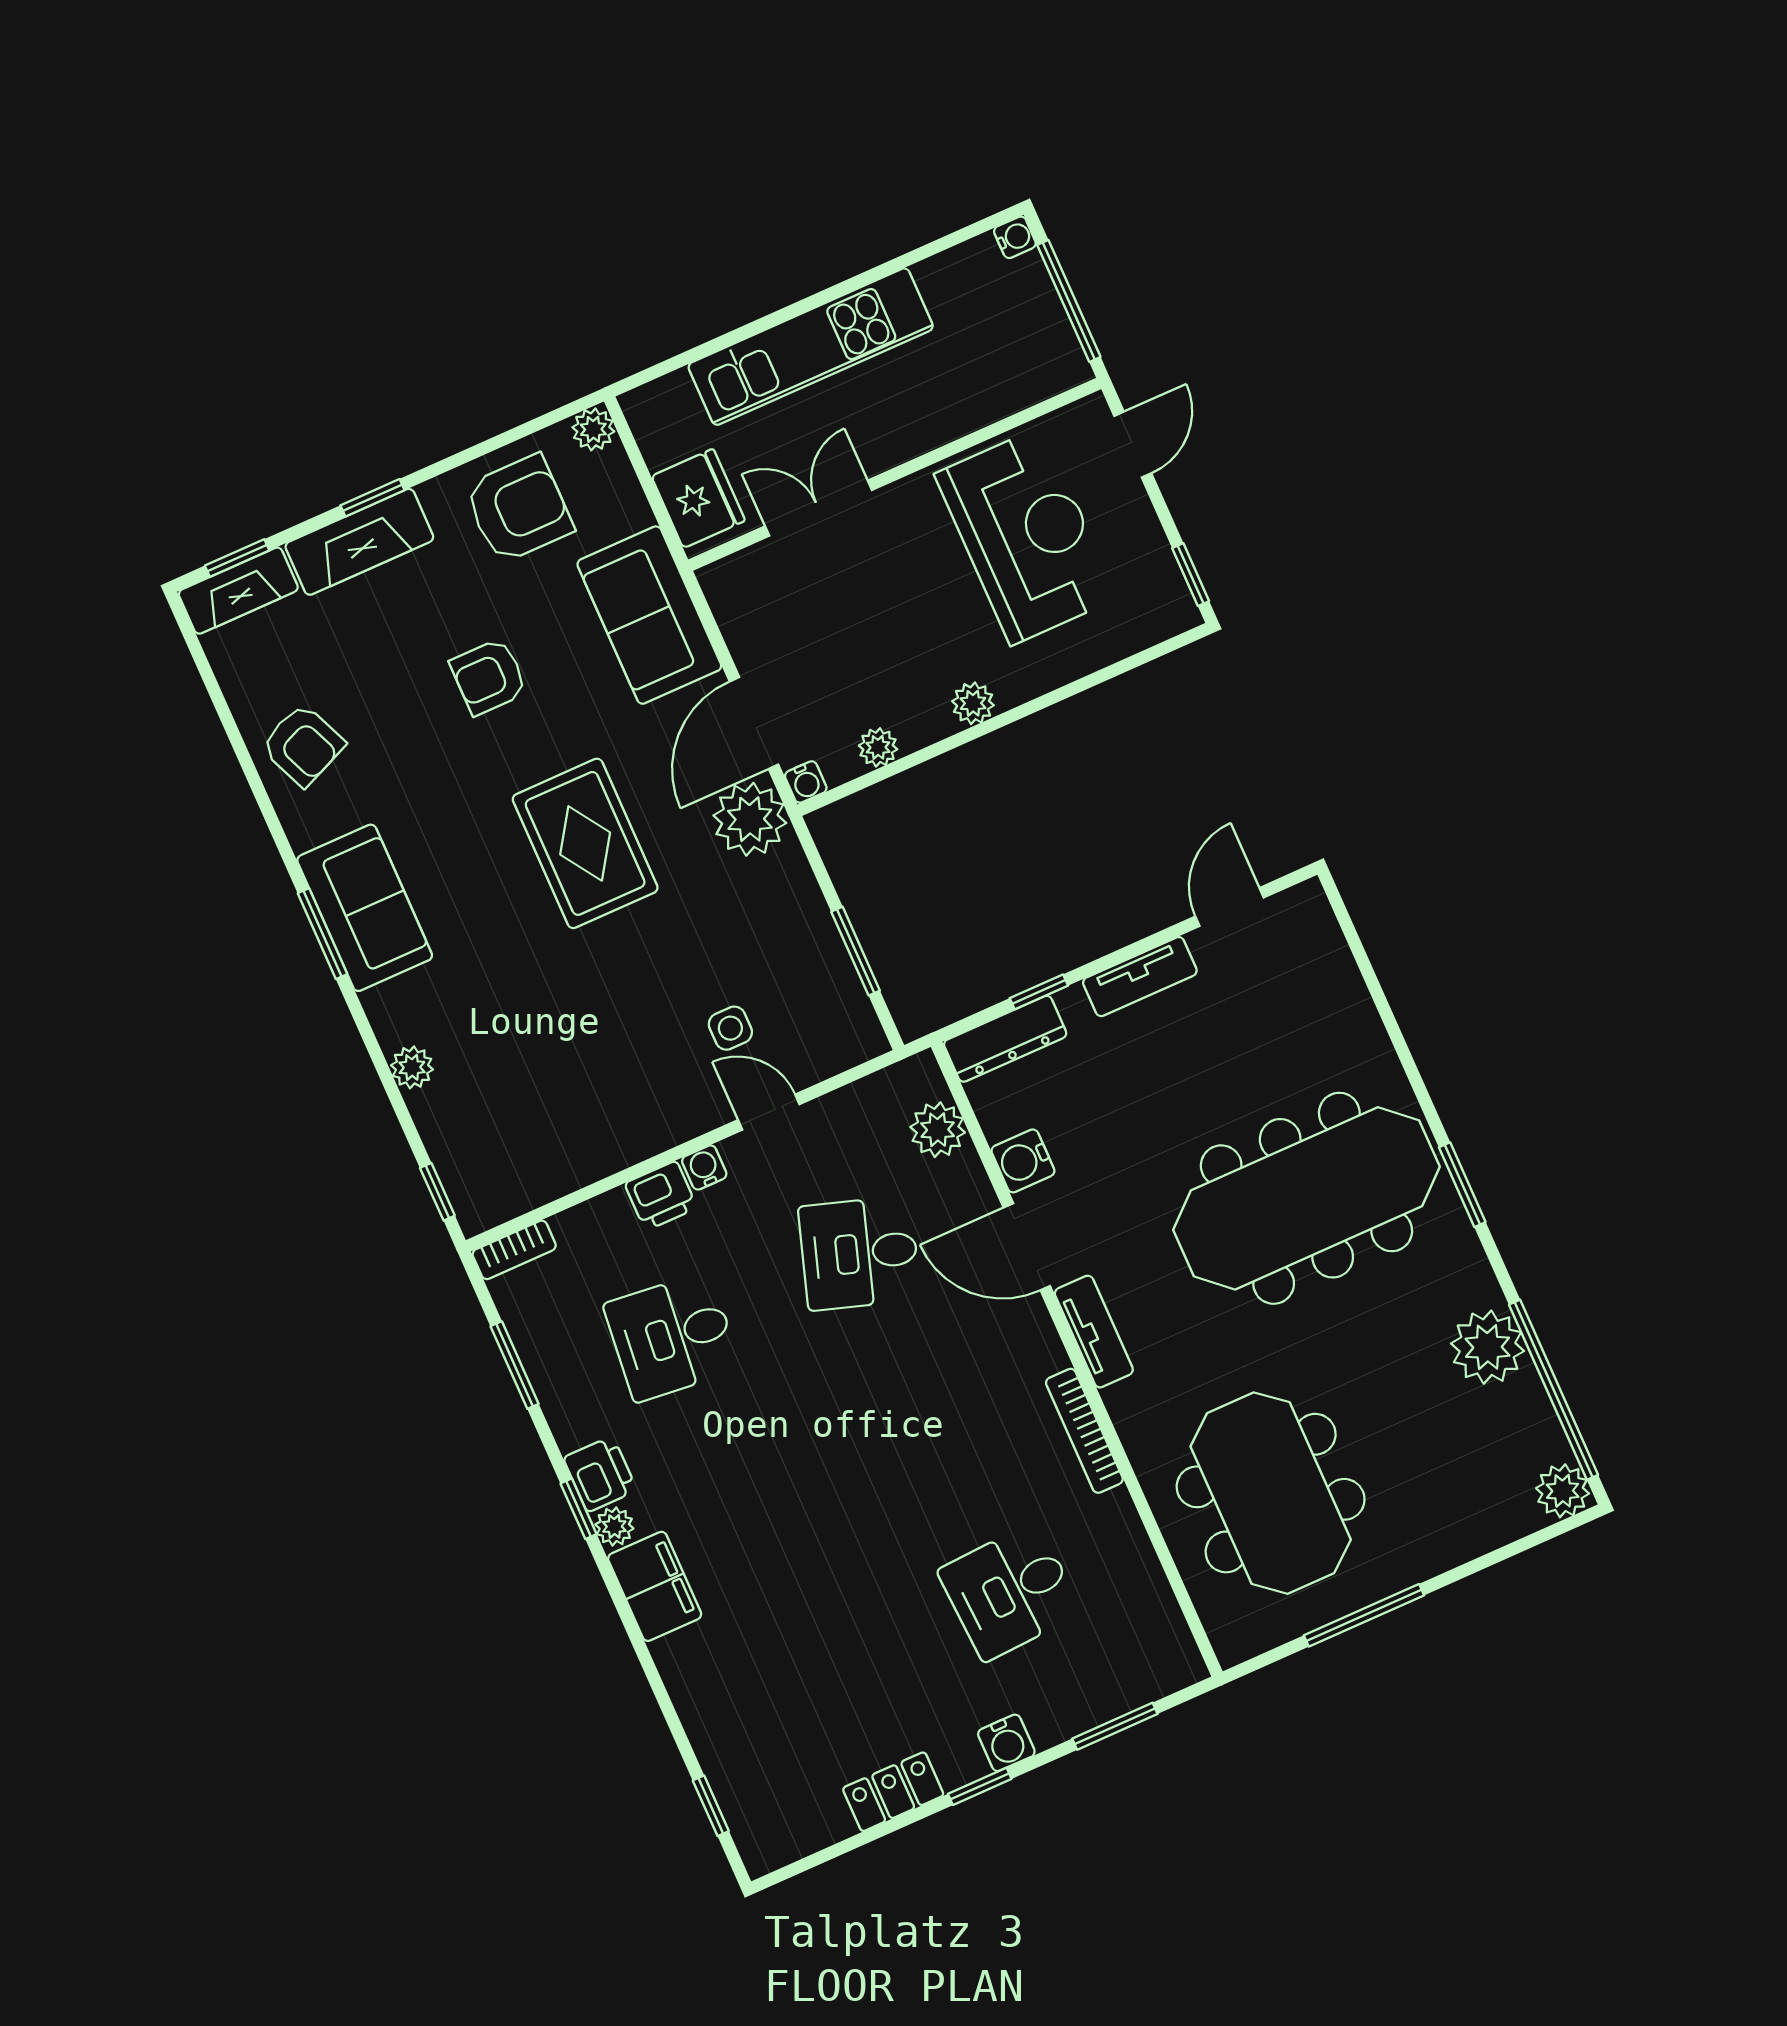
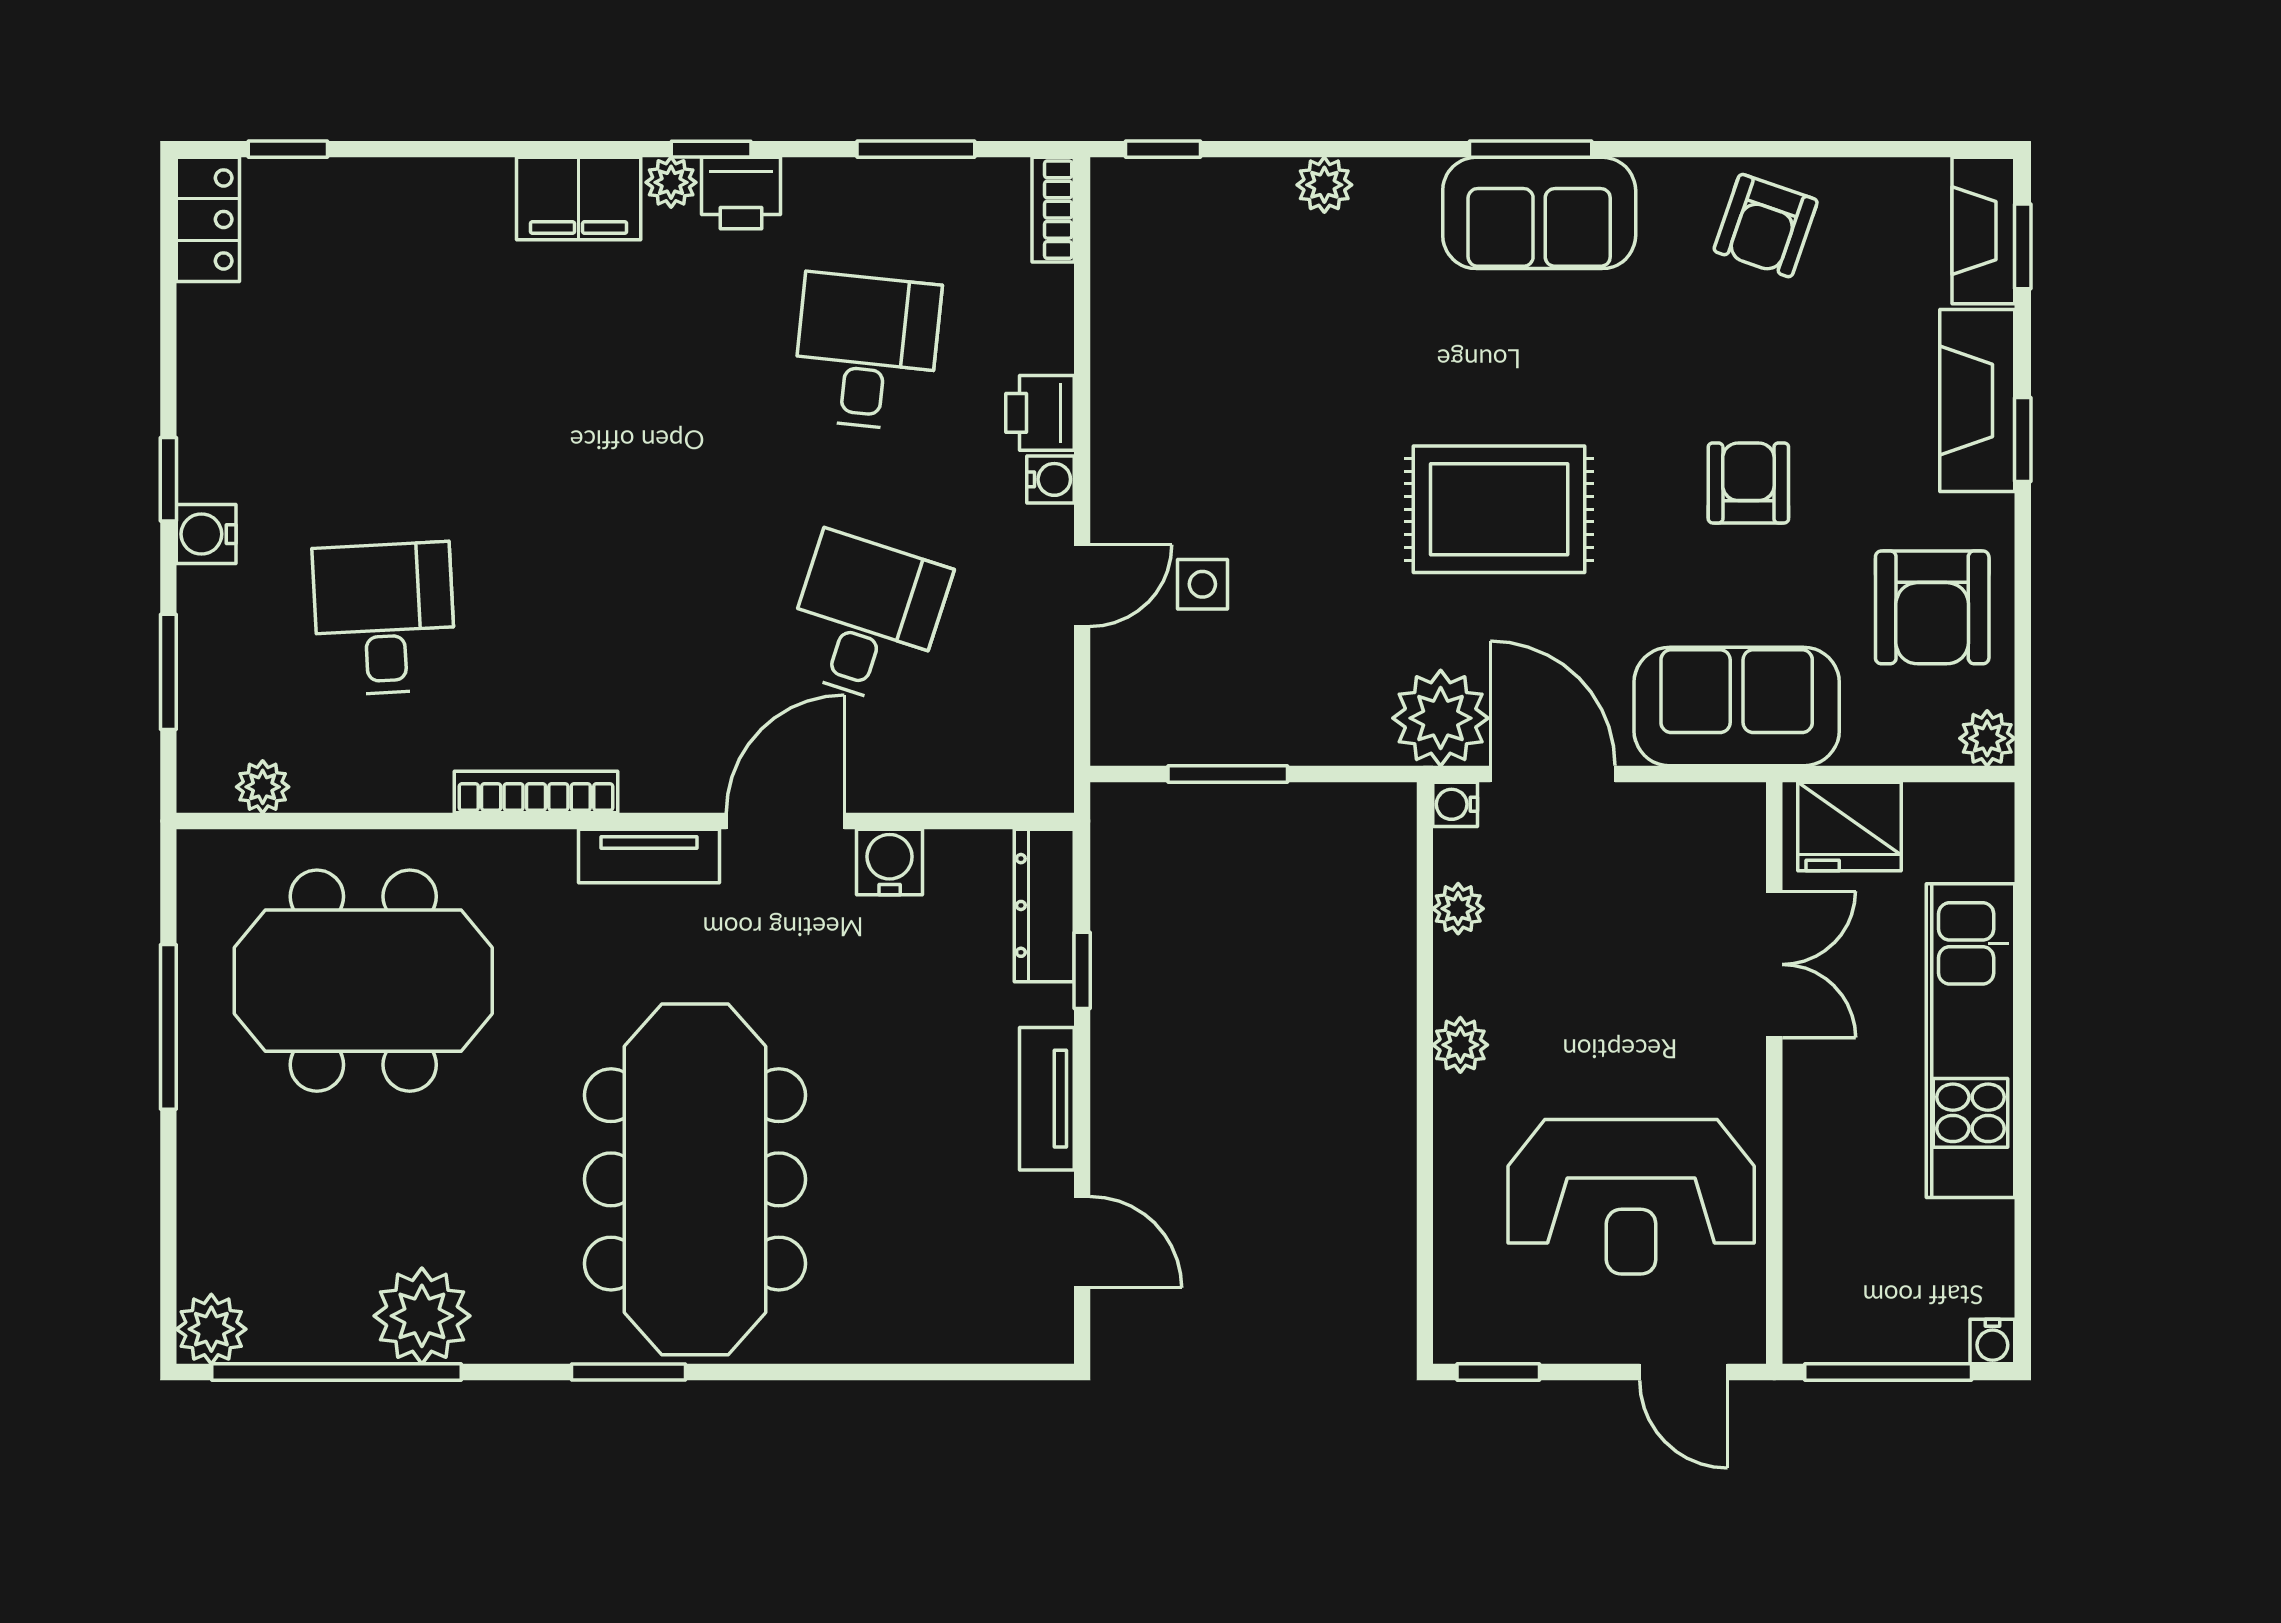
armchair: (303, 745) -> (1766, 226), turned -48
plant: (938, 1130) -> (263, 787), moved, width x0.73, depth x0.73
locker: (893, 1792) -> (208, 219), moved

